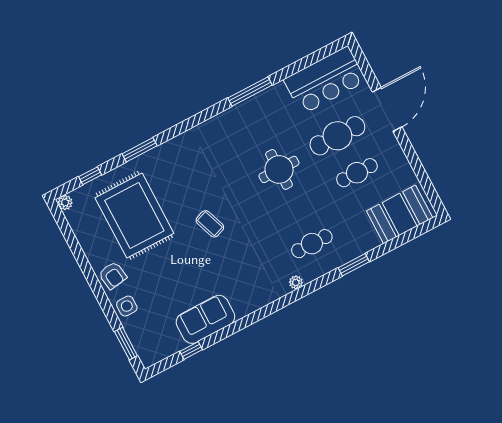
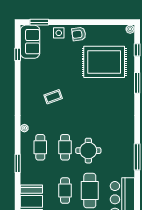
cafe table: (292, 207) -> (65, 147), added
coffee table: (210, 224) -> (53, 97), moved
sofa: (205, 319) -> (30, 42), moved

